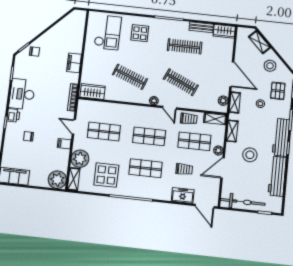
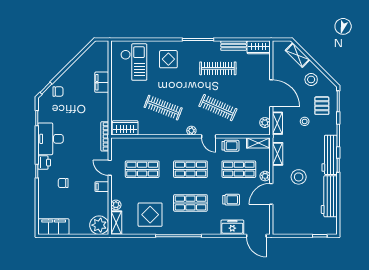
filing cabinet: (74, 63) -> (102, 82), moved
plant: (80, 159) -> (116, 205), width x0.53, depth x0.53
bicycle: (243, 202) -> (296, 227), removed

